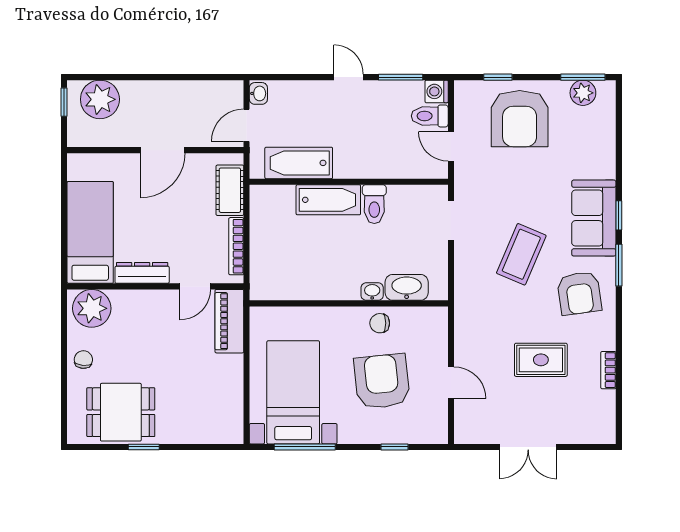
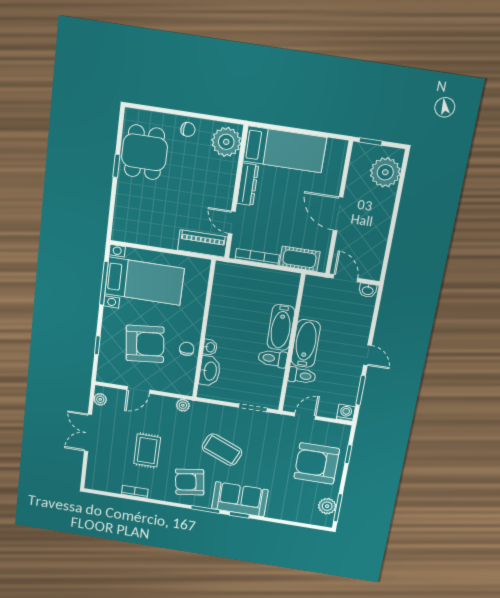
door: (349, 77) -> (368, 355), hinge flipped
window: (64, 102) -> (371, 142), moved
toilet: (430, 116) -> (302, 376), moved, turned 90
bathtub: (299, 163) -> (306, 343), moved
plant: (463, 318) -> (183, 405), added
plant: (474, 435) -> (100, 399), added

